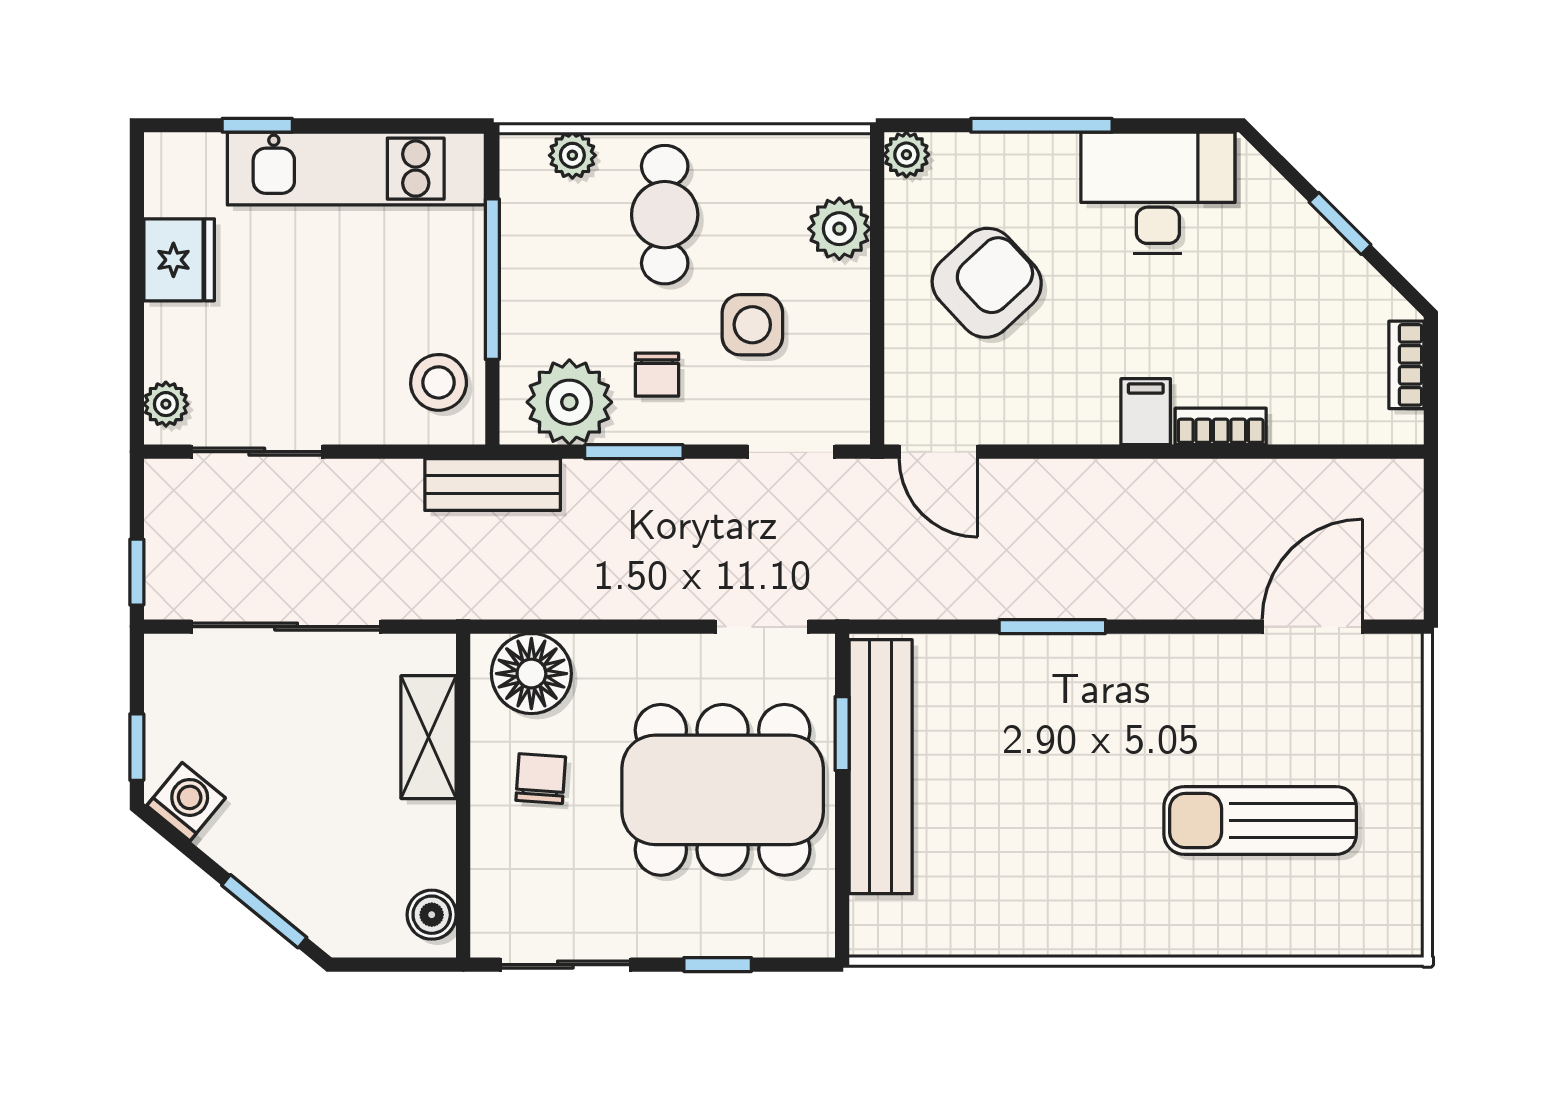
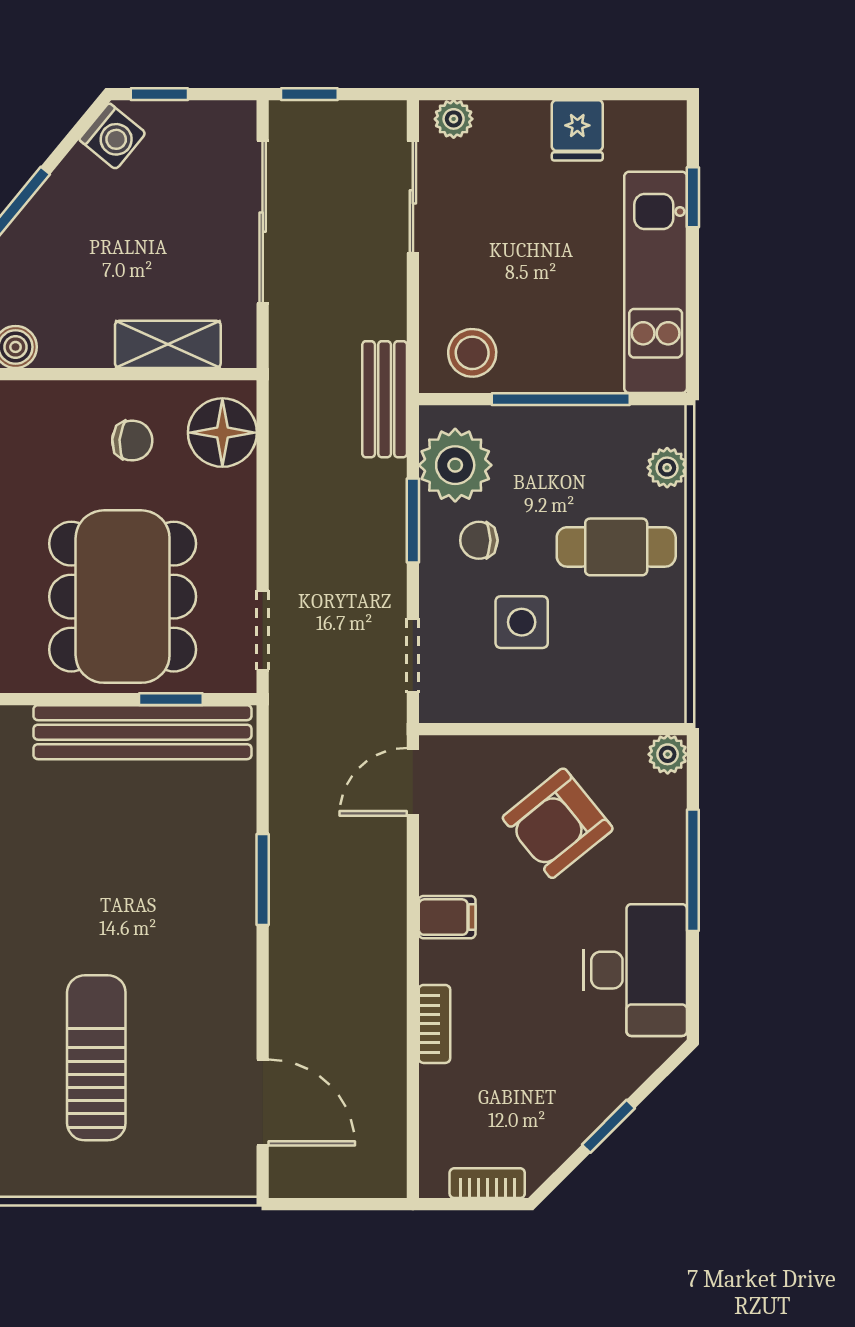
plant: (839, 229) -> (604, 697), removed
fridge: (179, 260) -> (577, 130), width x0.72
armchair: (987, 283) -> (558, 823), turned 94
filing cabinet: (1146, 412) -> (447, 917), moved

